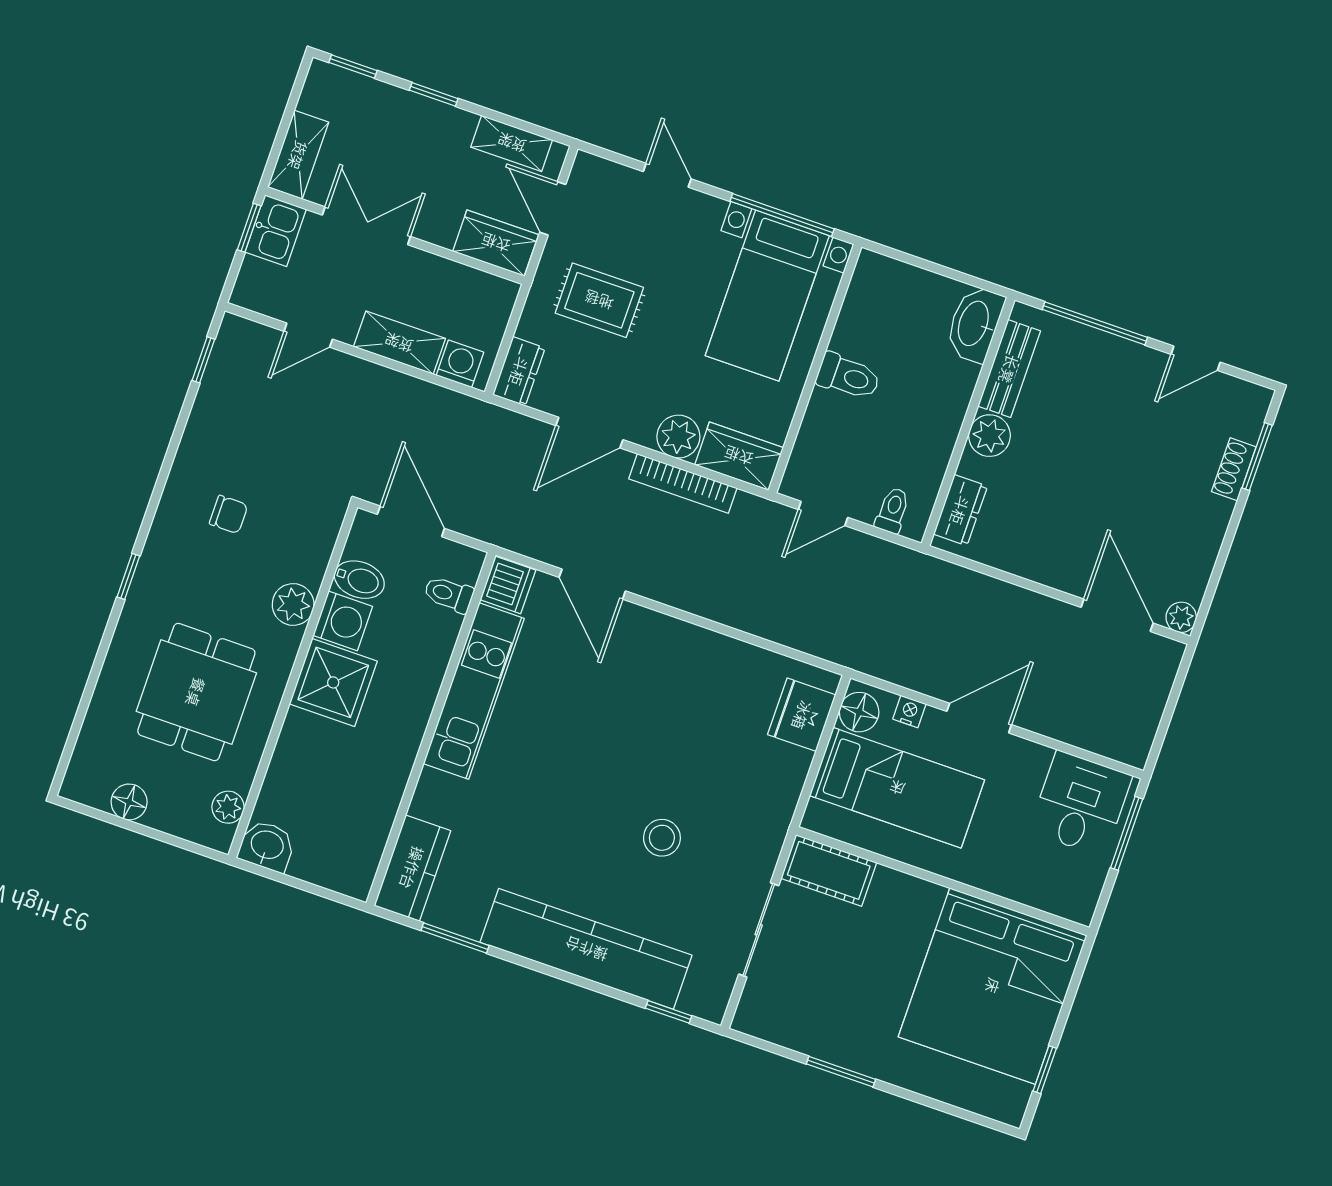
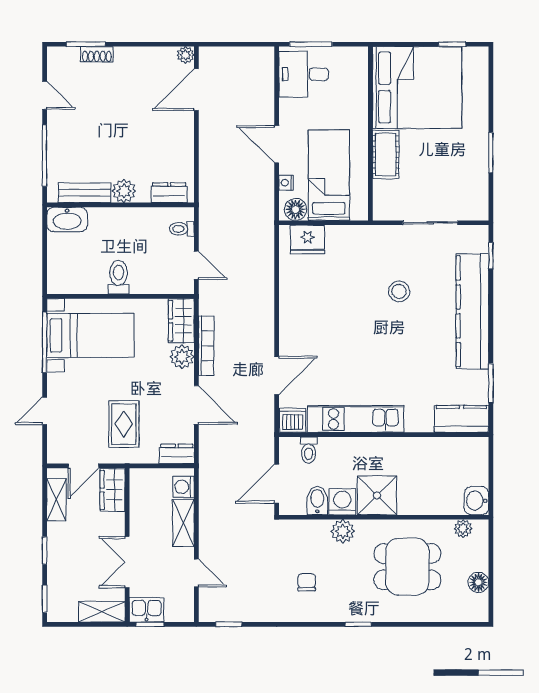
cot: (829, 870) -> (386, 154), moved

